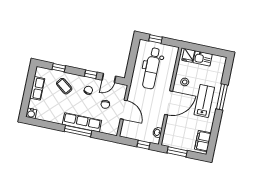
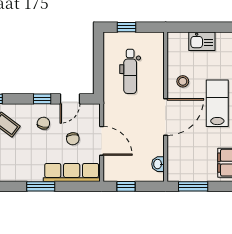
fridge: (188, 55) -> (180, 41), removed
dental chair: (152, 68) -> (130, 71), width x0.73, depth x0.72
row of seats: (82, 122) -> (72, 172), moved
window: (78, 131) -> (41, 186), width x0.69
window: (144, 145) -> (126, 186), moved

